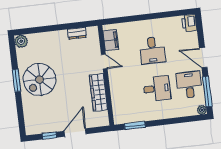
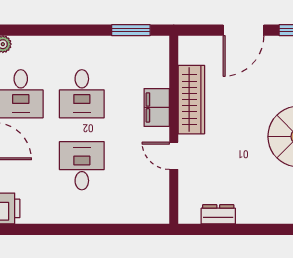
filing cabinet: (111, 40) -> (157, 107), moved
desk: (157, 89) -> (82, 94), turned -90

